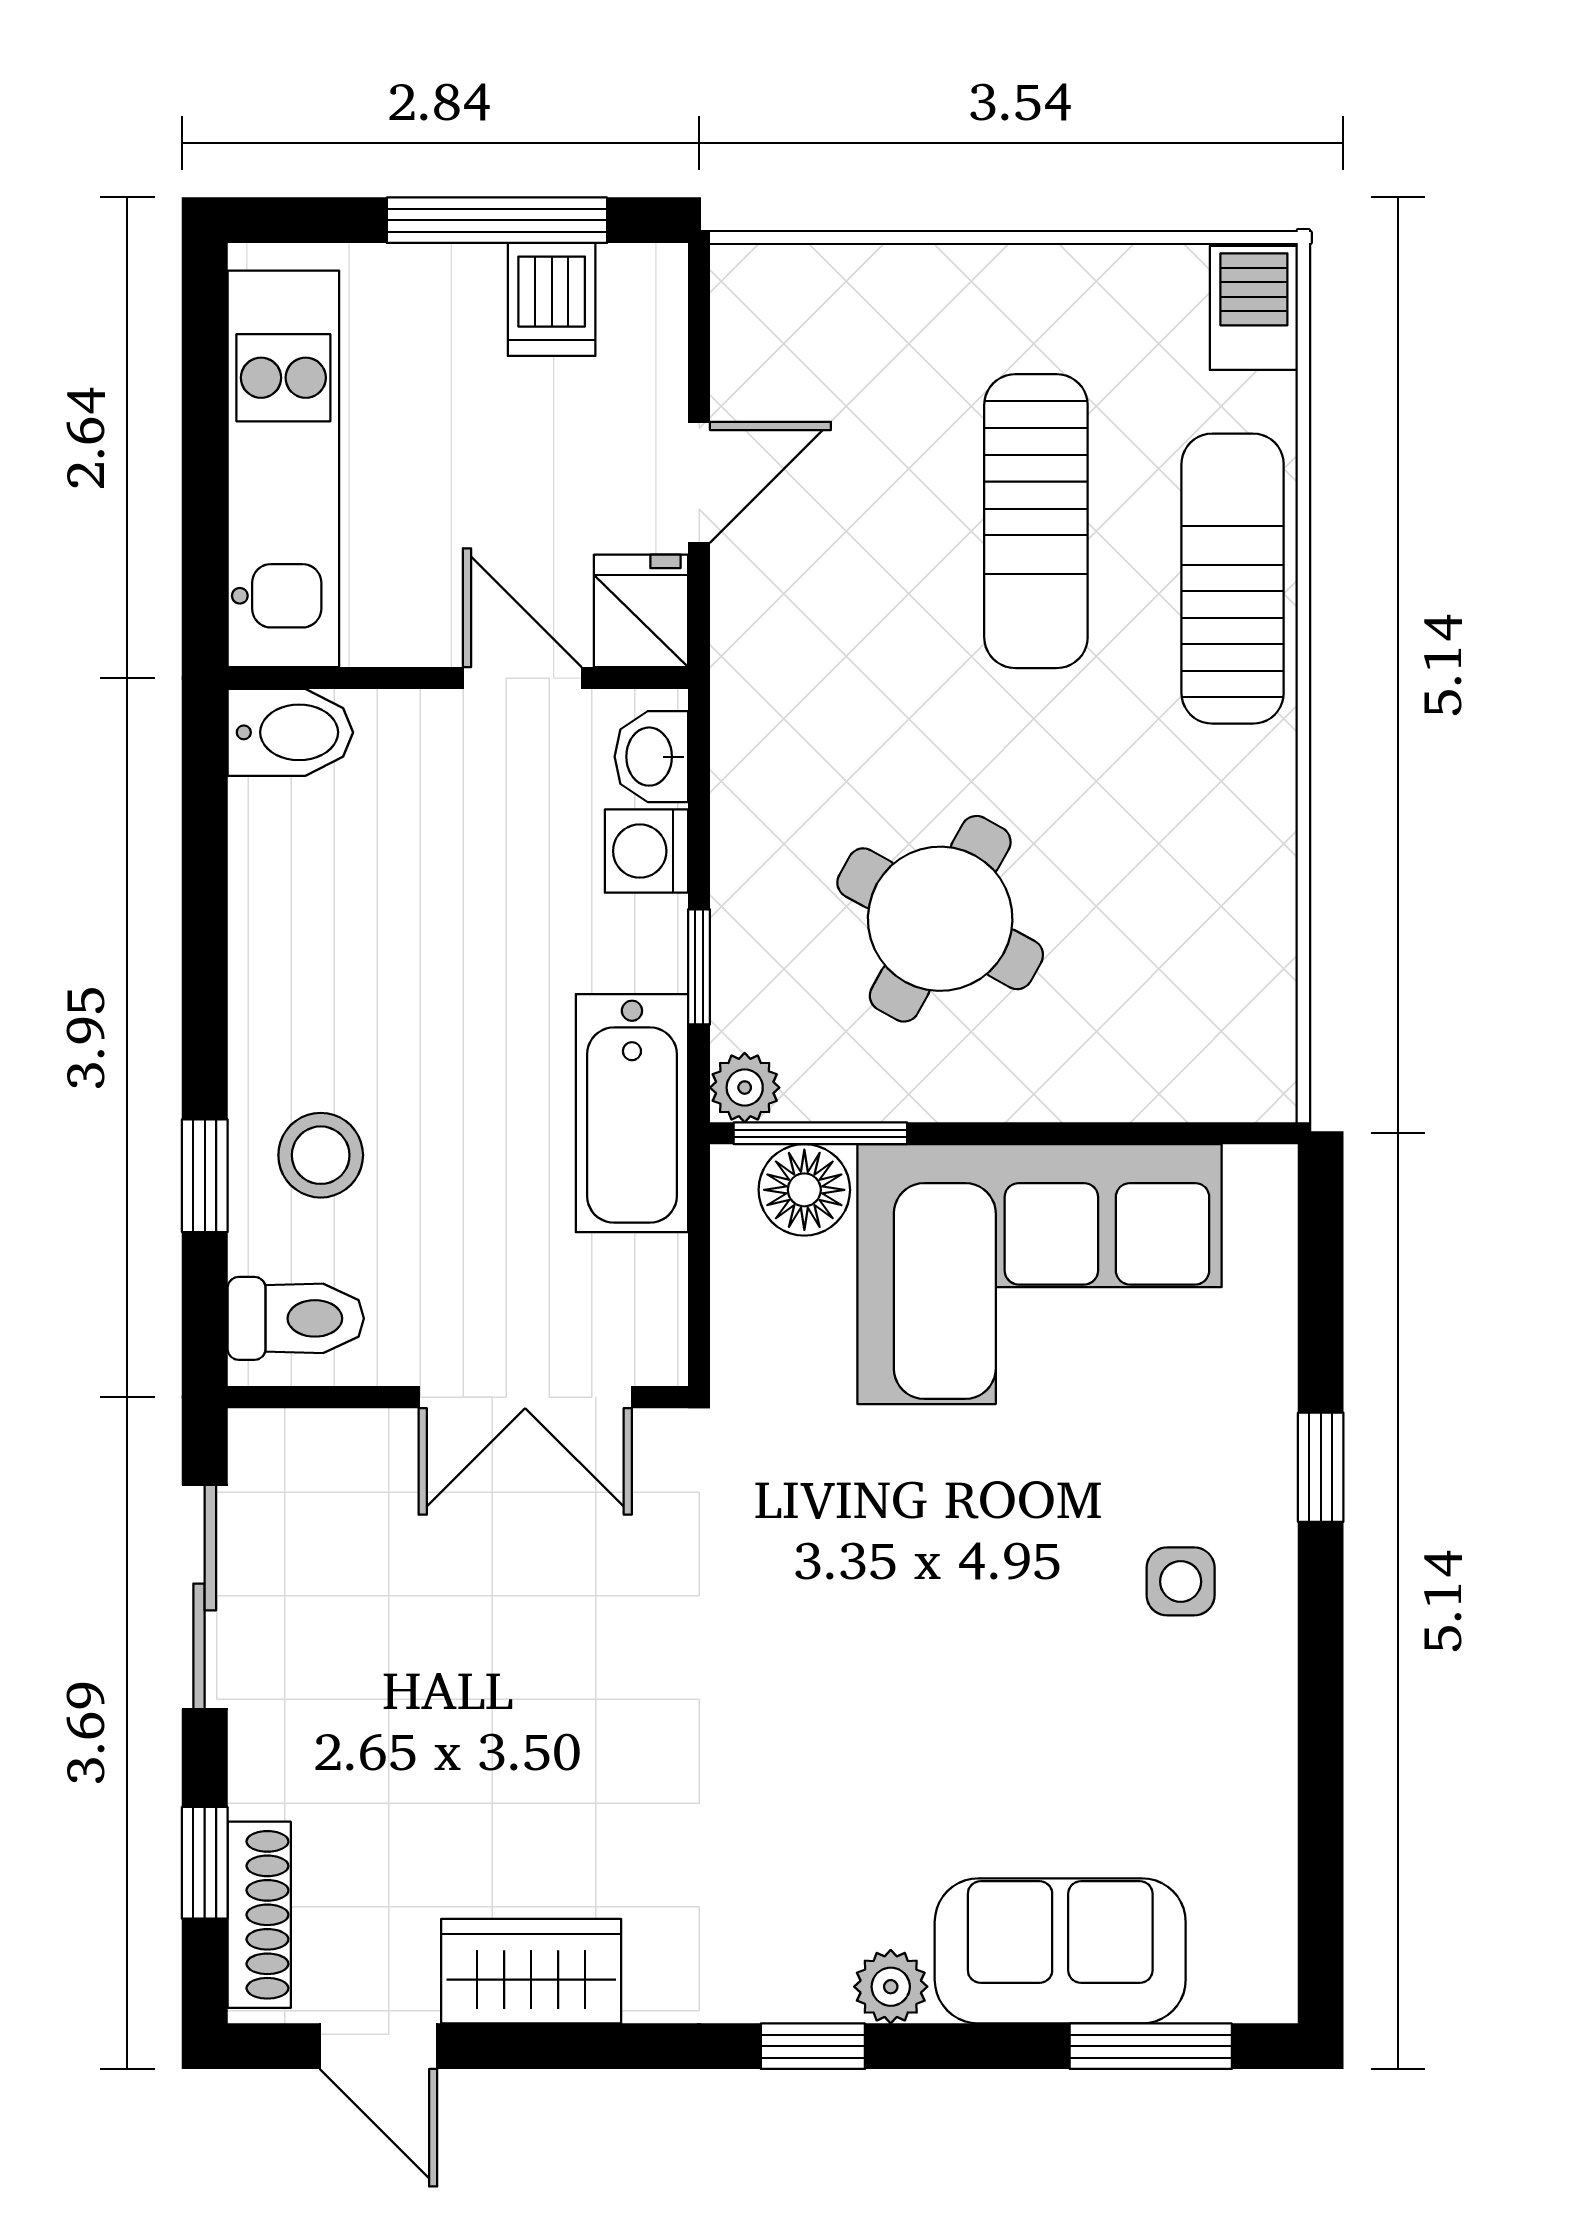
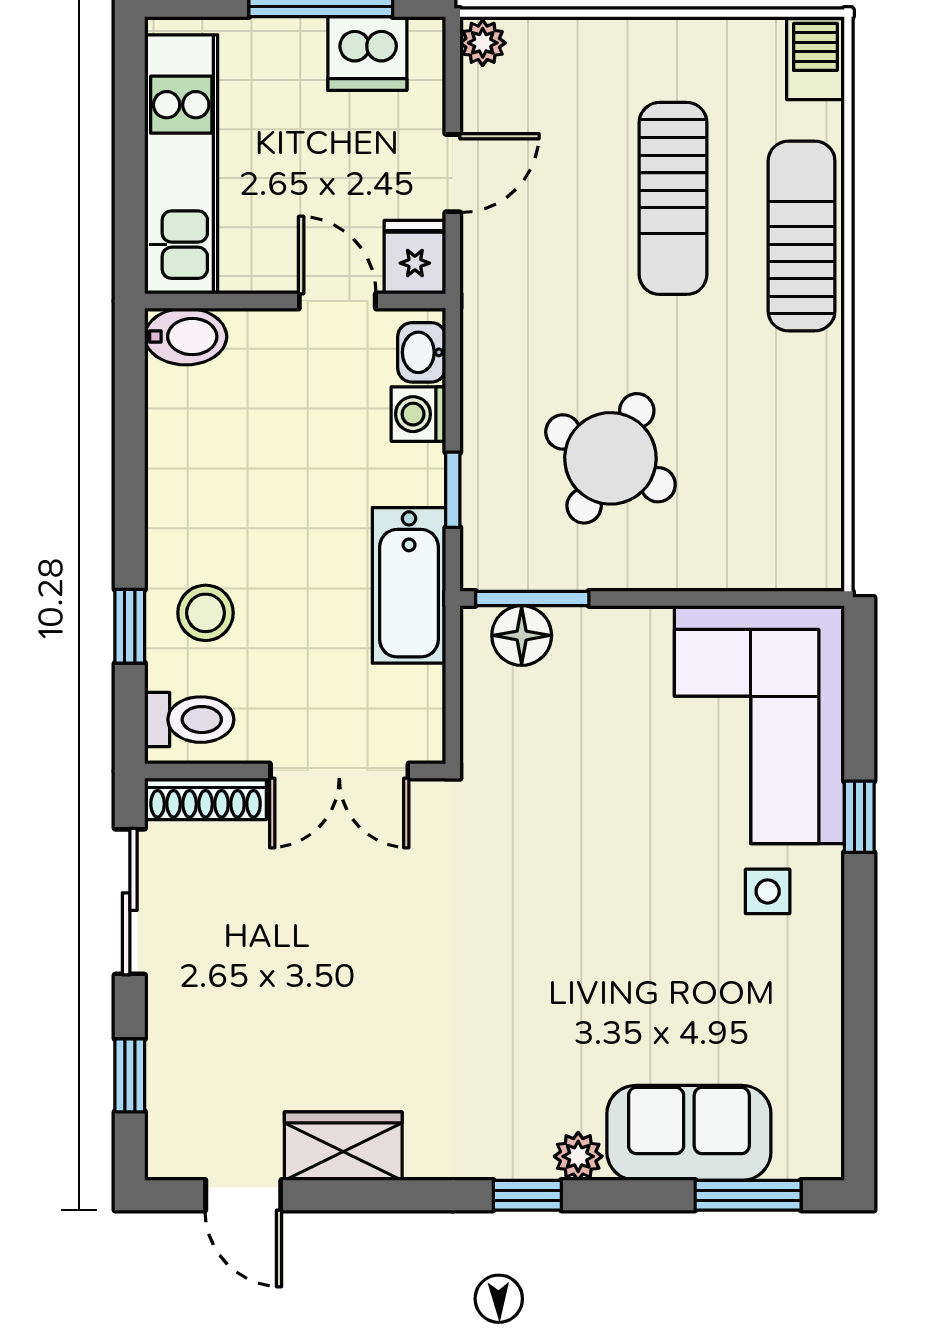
dishwasher: (552, 299) -> (367, 54), width x1.38
plant: (745, 1088) -> (483, 43), moved
corner sofa: (1040, 1274) -> (759, 725), moved, turned 90
shoe rack: (259, 1915) -> (206, 799), moved, turned 90

